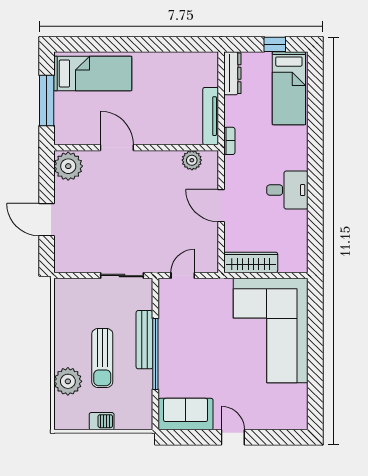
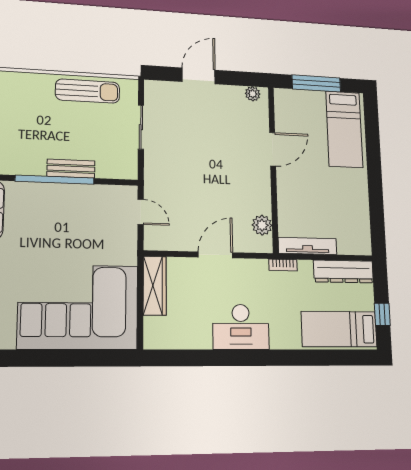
dresser: (232, 73) -> (344, 271), width x1.37, depth x1.24
plant: (68, 166) -> (253, 94), width x0.53, depth x0.53
desk: (287, 190) -> (241, 327), width x1.37
sliding door: (122, 276) -> (141, 127), moved
bench: (144, 340) -> (71, 169), width x0.73
sun lounger: (102, 358) -> (88, 91), moved, turned 180
plant: (68, 381) -> (27, 87), removed

